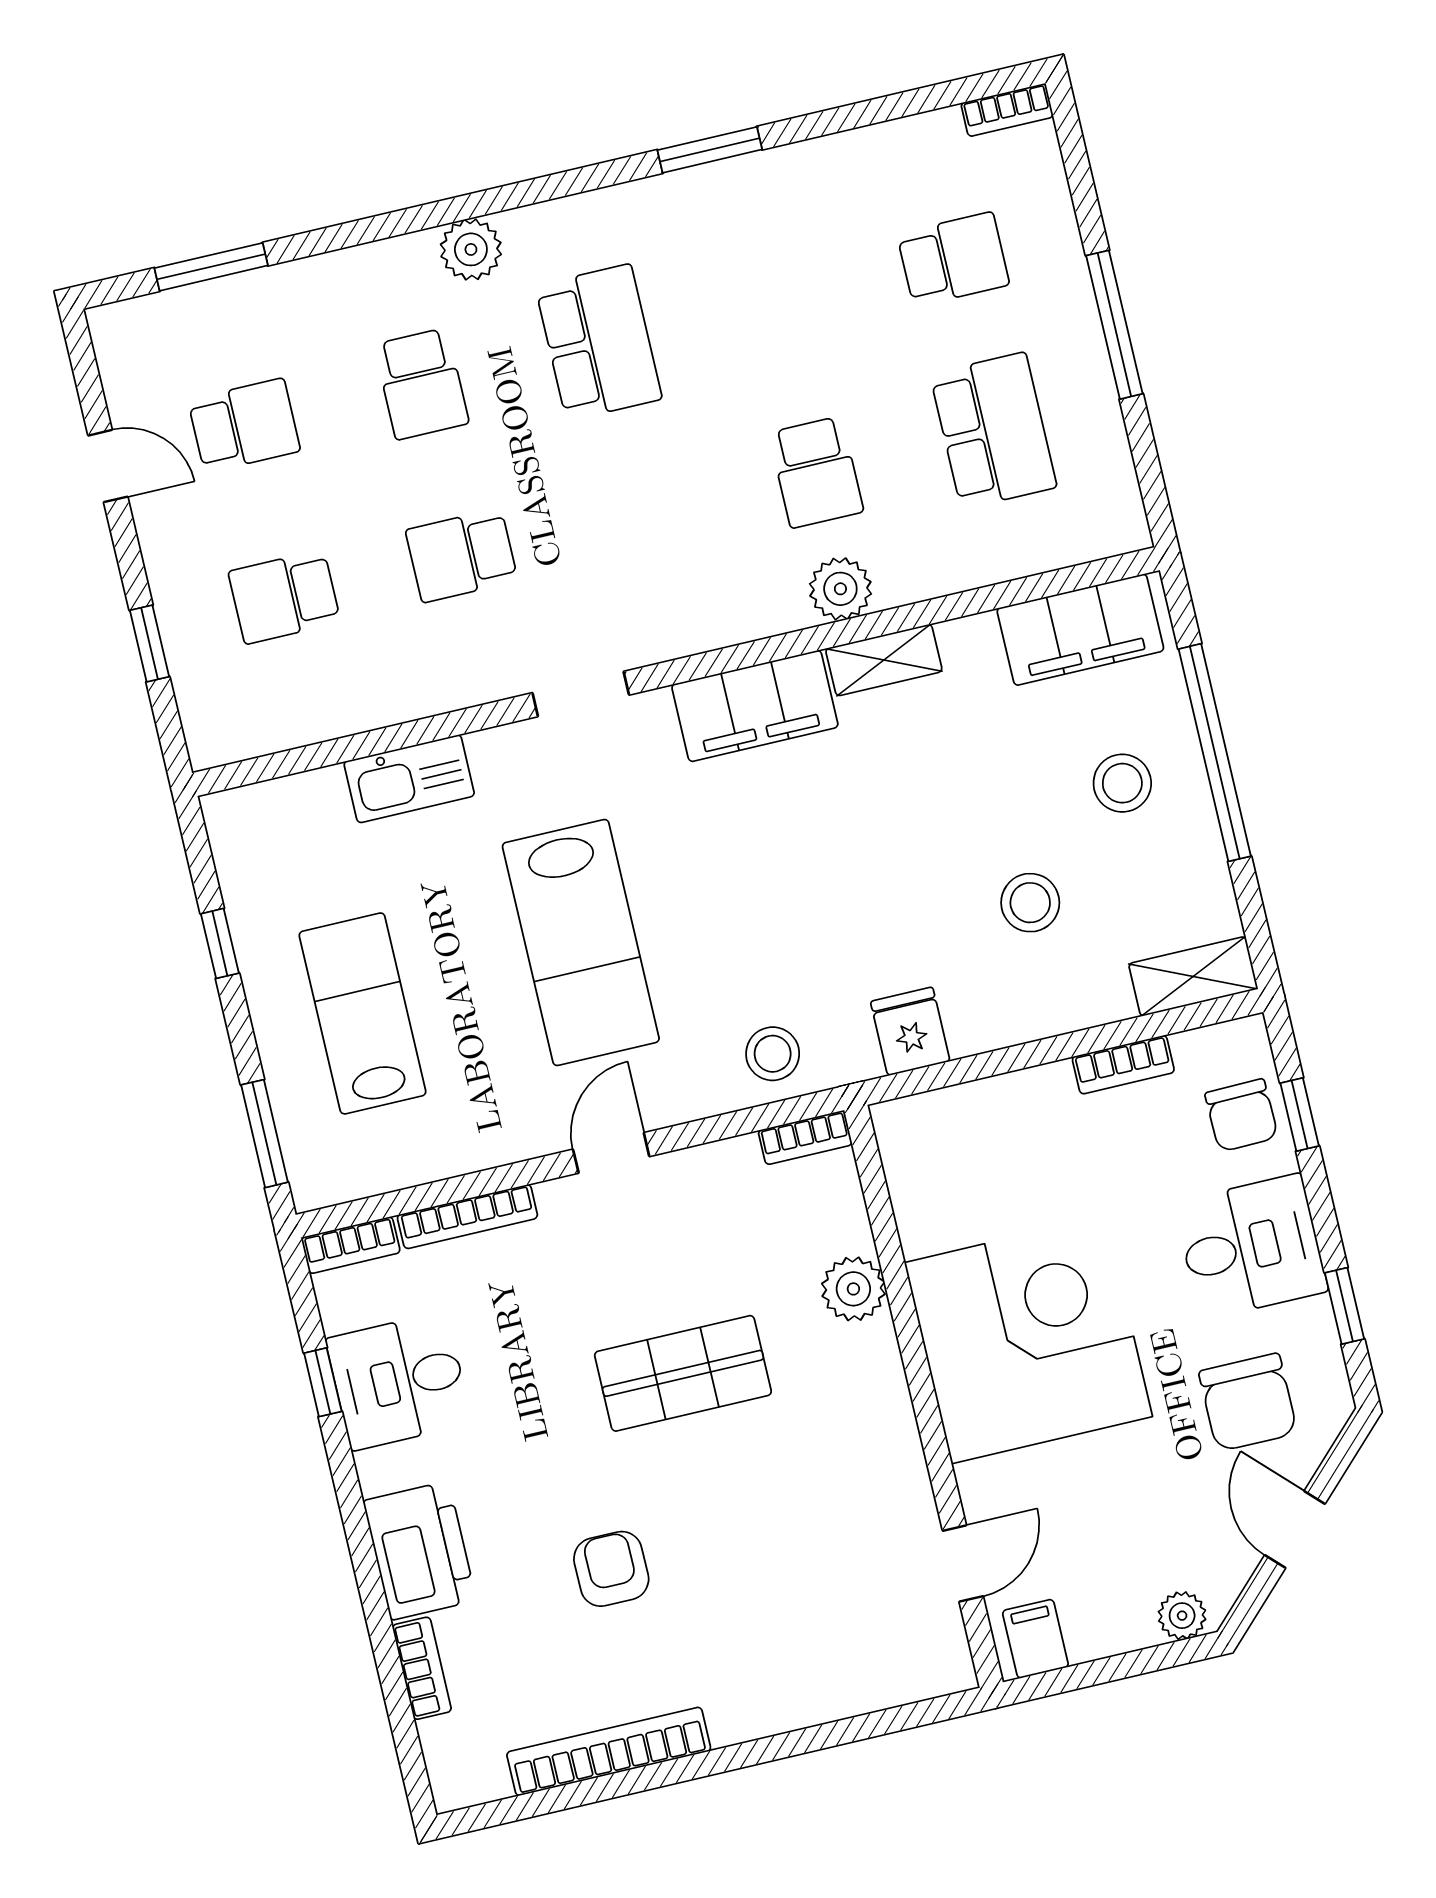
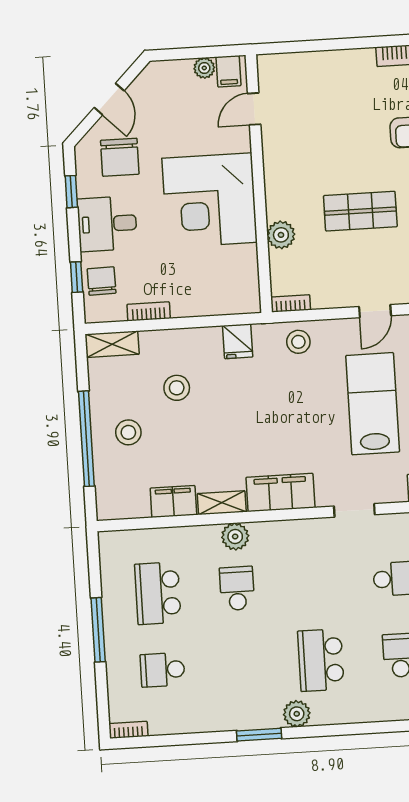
plant: (471, 249) -> (297, 714), moved
filing cabinet: (1080, 630) -> (173, 502), moved, width x0.67, depth x0.86
chair: (1248, 1402) -> (120, 157), turned 180
plant: (1182, 1616) -> (204, 68), moved

